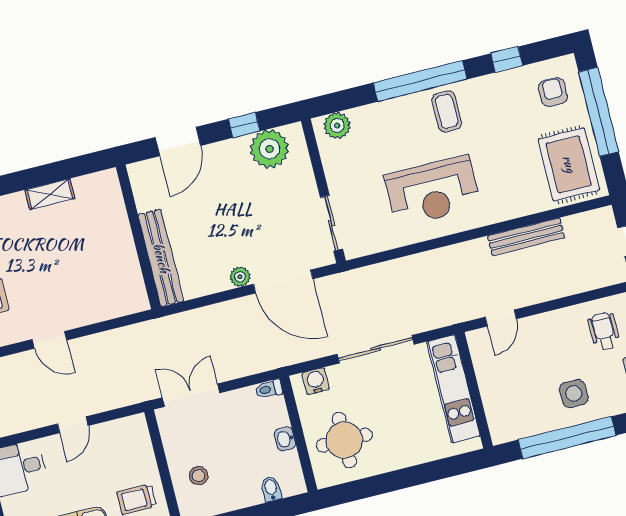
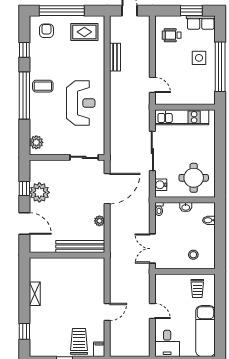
armchair: (553, 92) -> (46, 31), turned 90
plant: (269, 149) -> (39, 192), moved
rug: (569, 164) -> (84, 32), width x0.73, depth x0.70
bench: (526, 237) -> (115, 57), width x0.73
plant: (240, 277) -> (99, 221), moved

